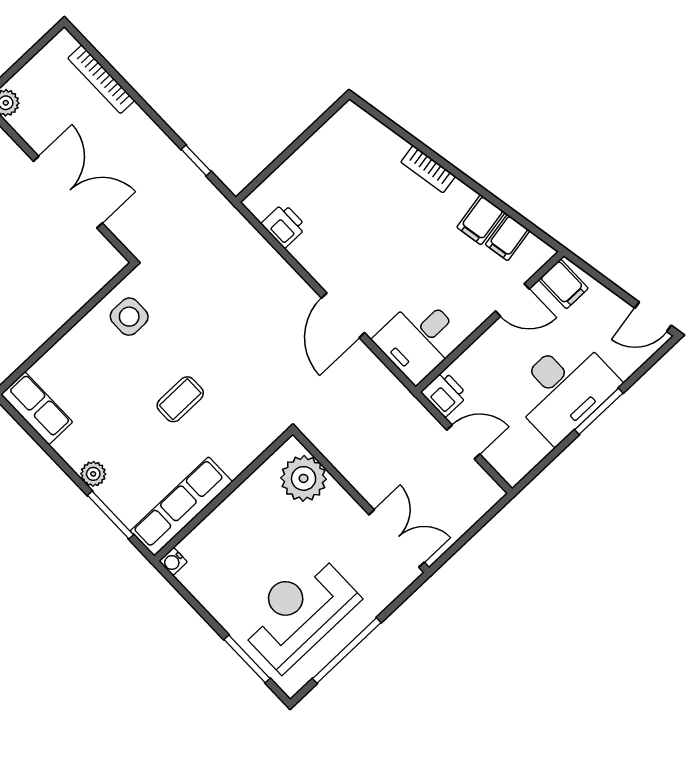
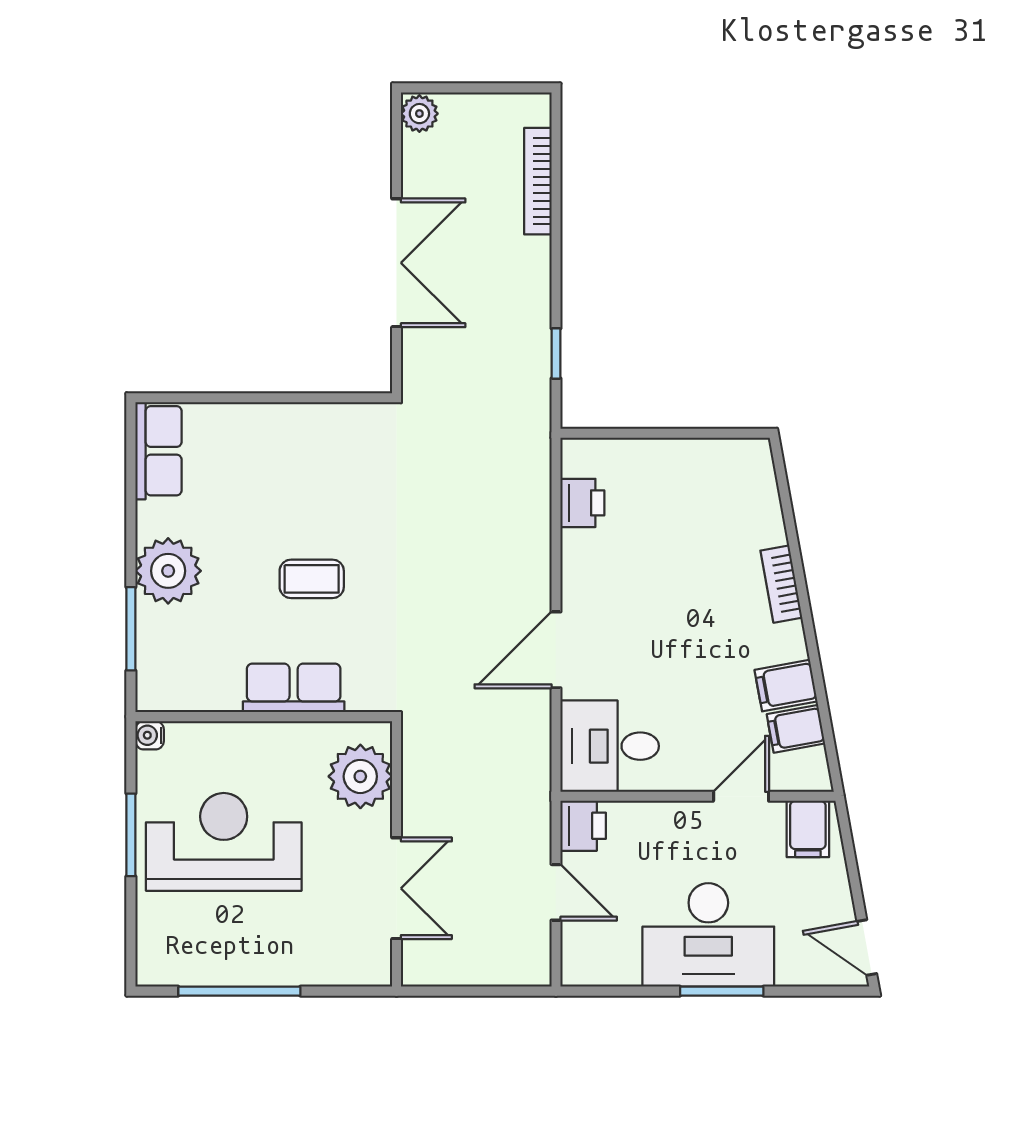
door: (512, 300) -> (741, 796), swing flipped
side table: (129, 317) -> (339, 447), removed
plant: (93, 474) -> (168, 571), width x1.88, depth x1.88
row of seats: (181, 506) -> (294, 688), moved, width x0.68
double door: (397, 539) -> (397, 888), moved
reception desk: (298, 612) -> (224, 842), moved
window: (247, 659) -> (131, 835), moved

